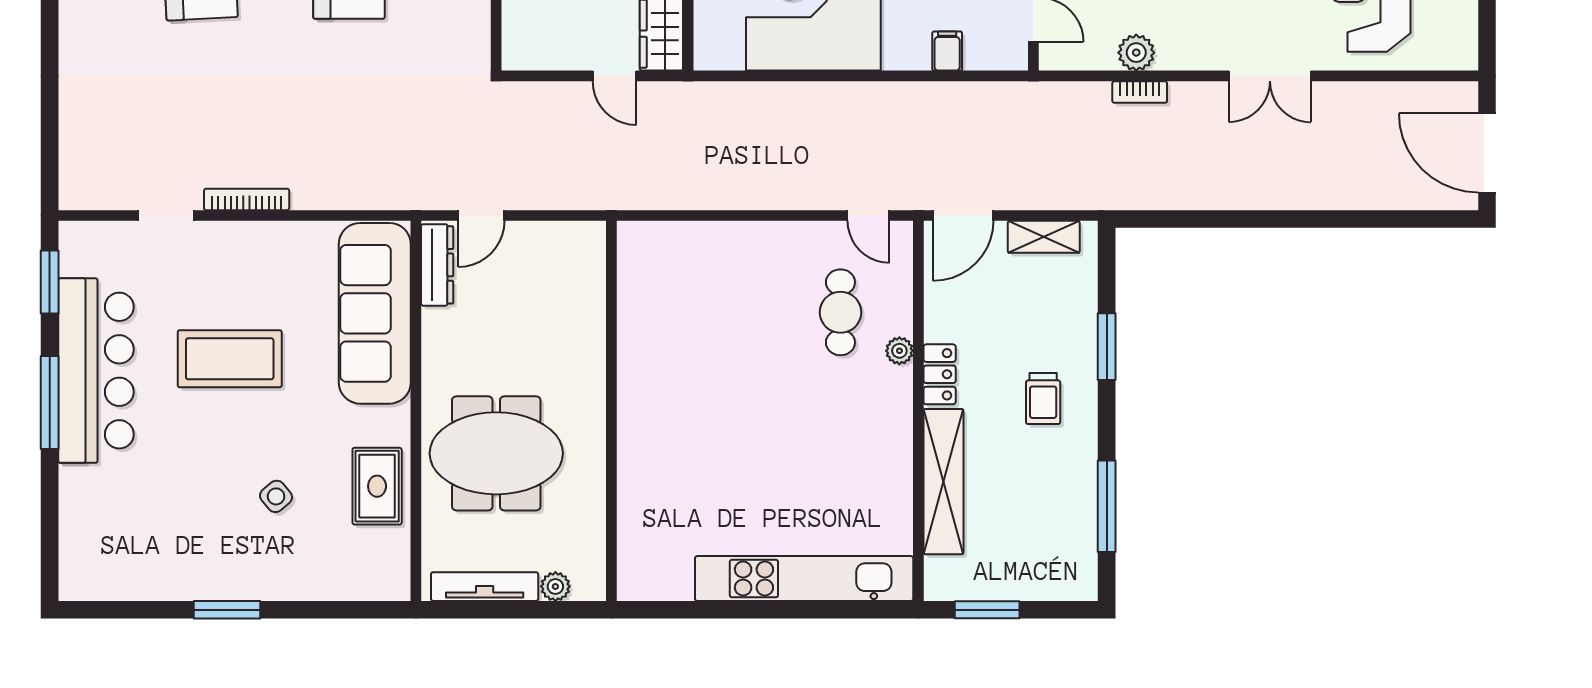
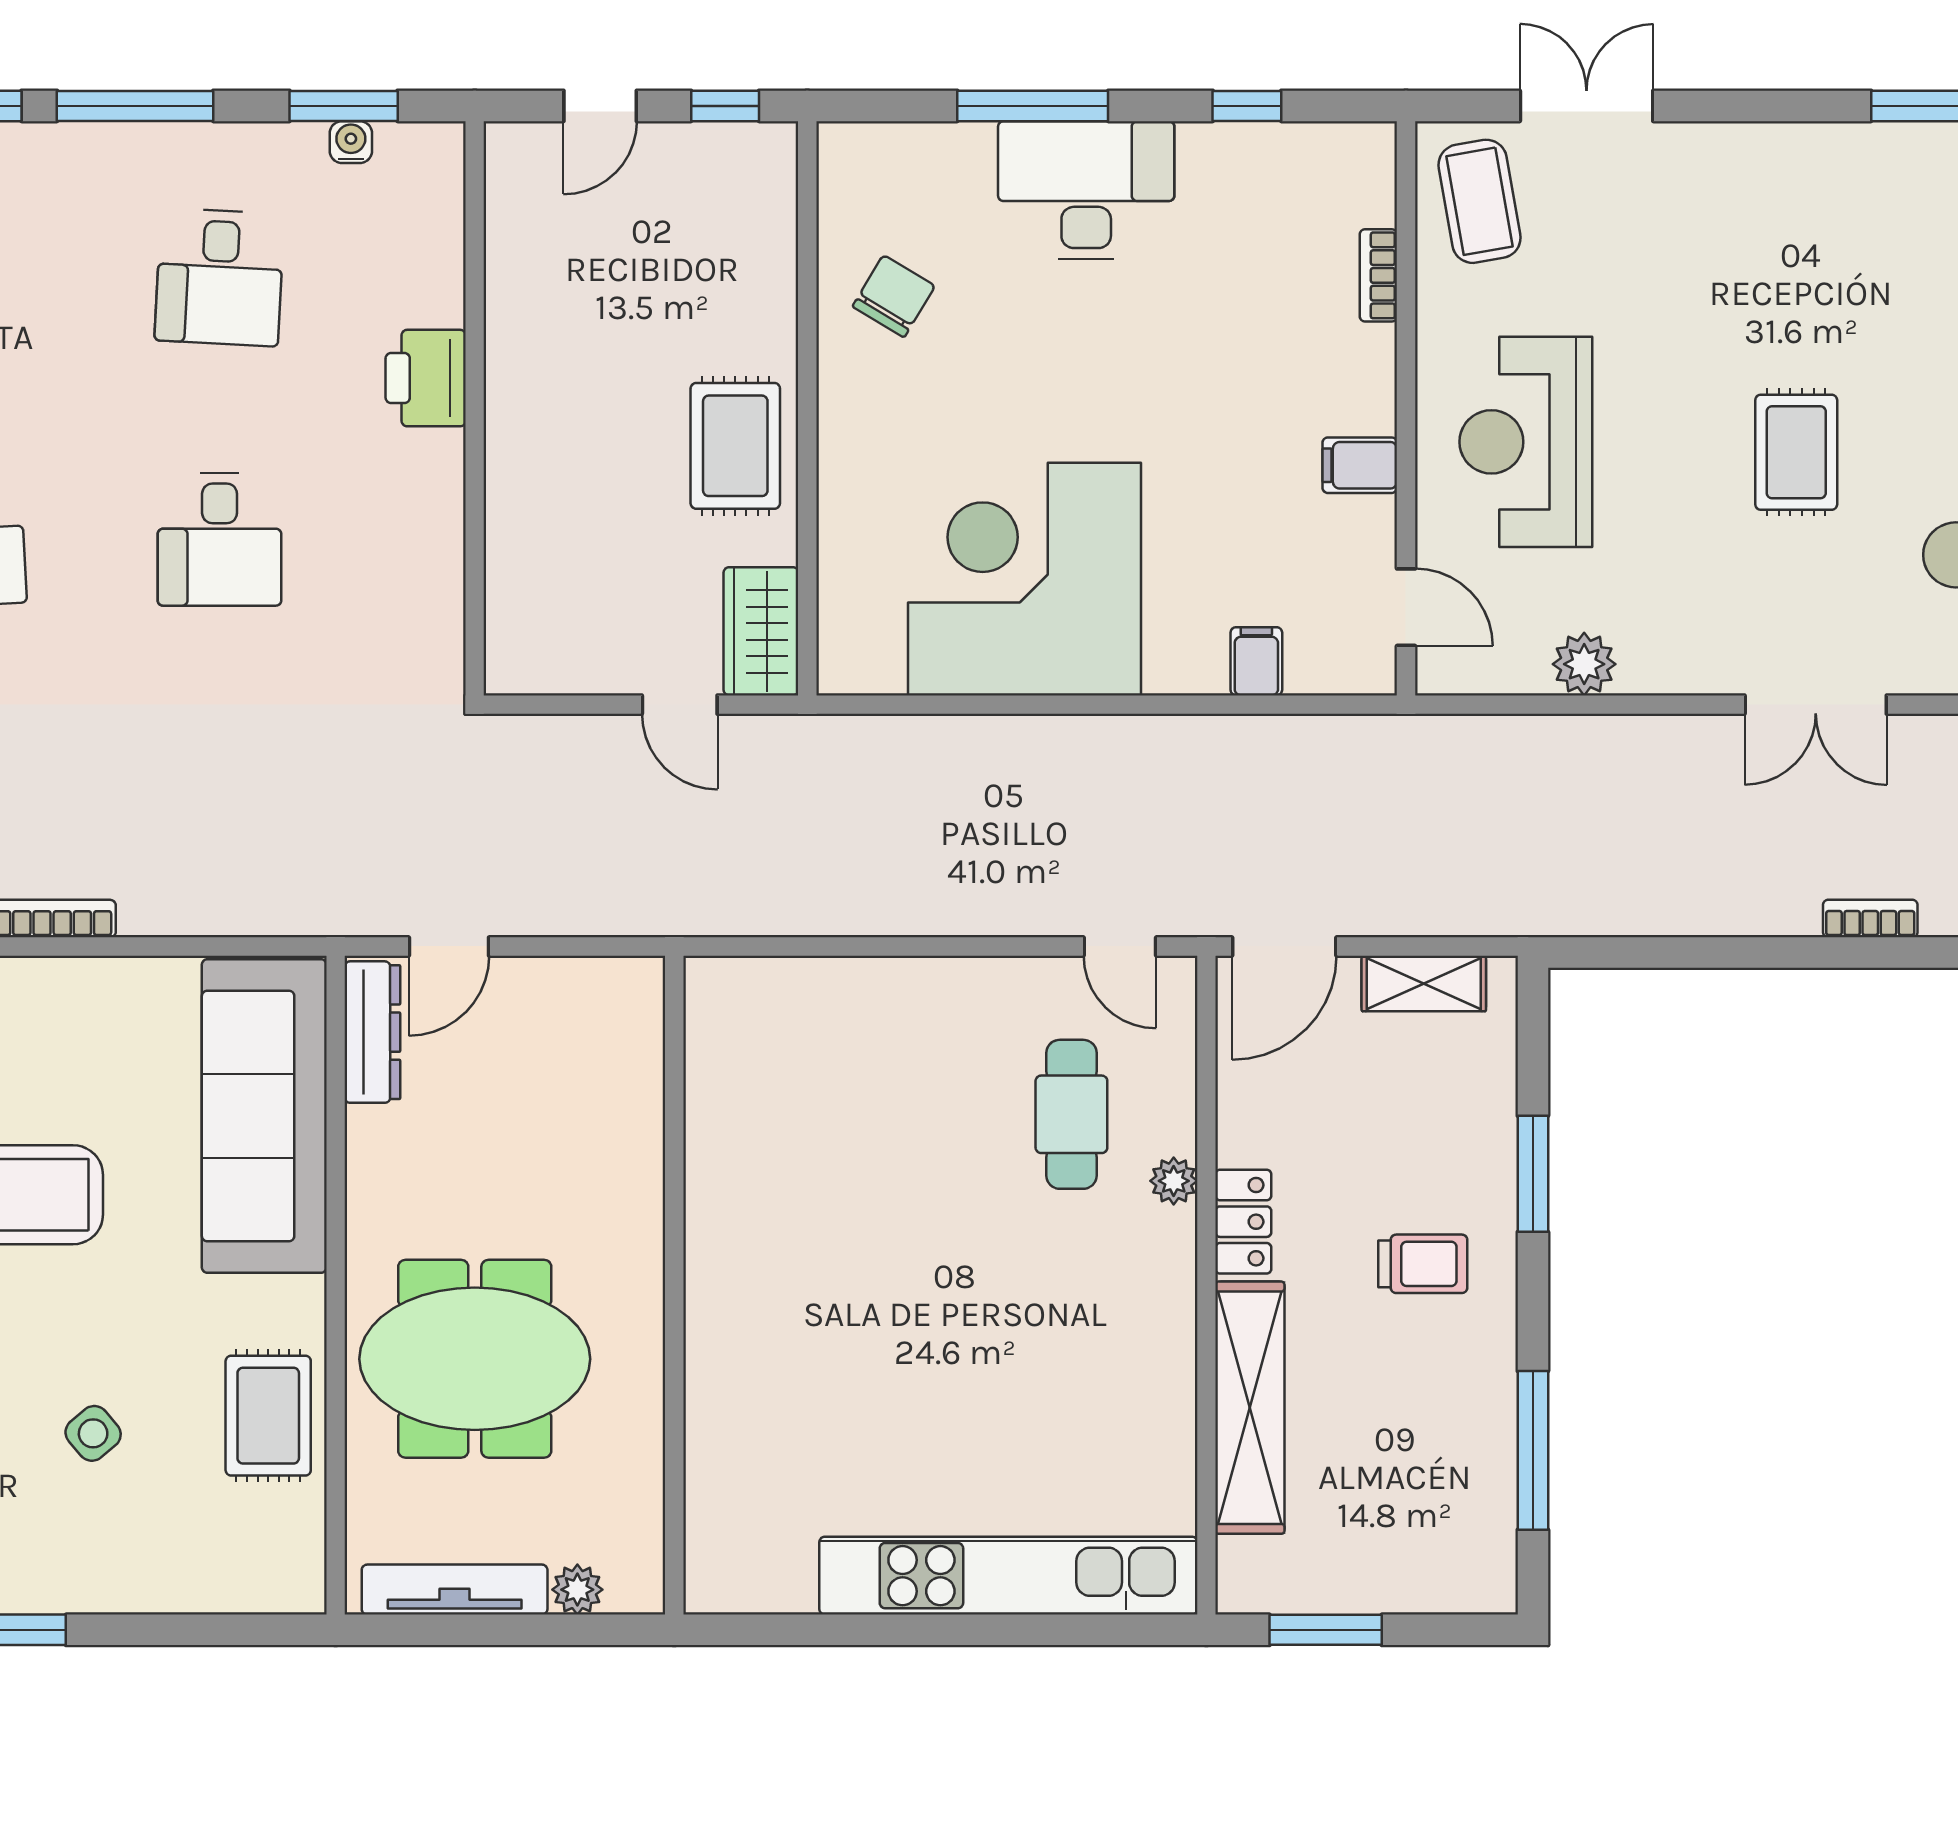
bookcase: (1140, 92) -> (1870, 919), moved, turned 180
trolley: (1043, 399) -> (1423, 1264), turned -90

